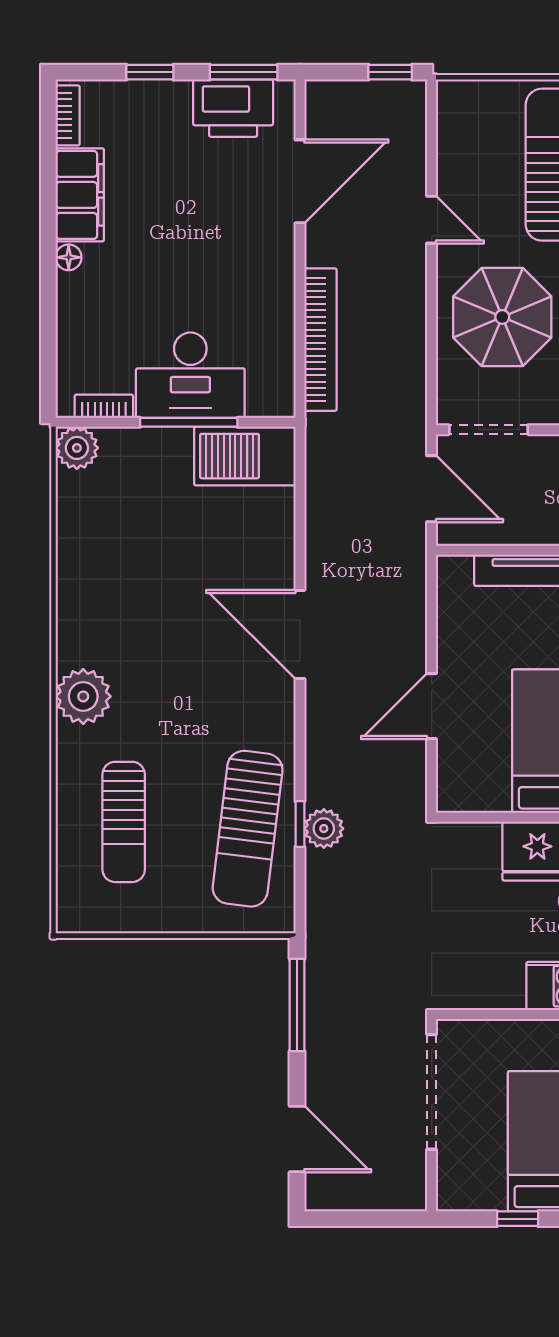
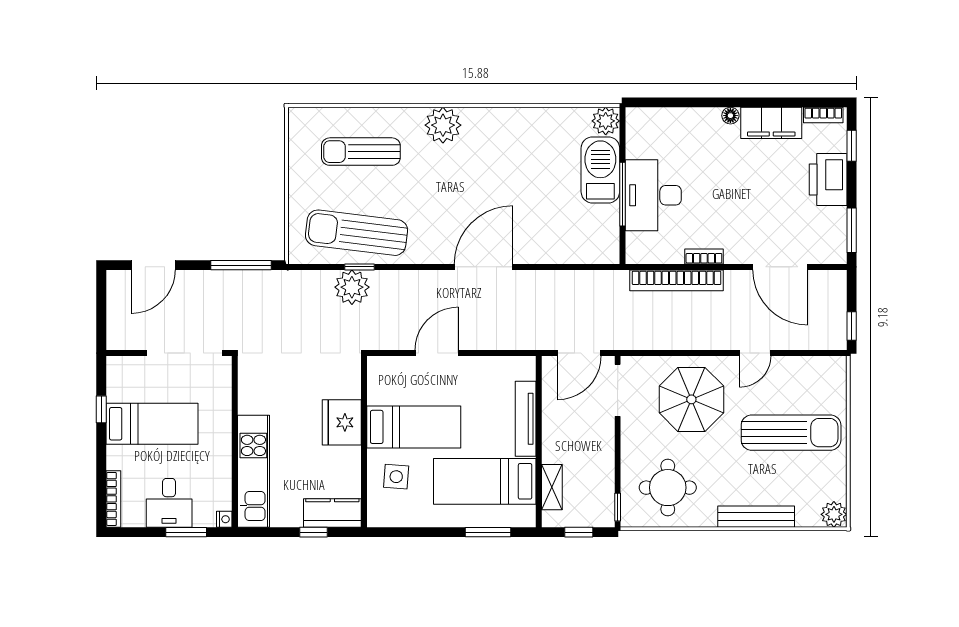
window: (150, 72) -> (852, 146), moved
printer: (233, 108) -> (828, 179), moved
bookcase: (104, 406) -> (704, 256), moved, turned -90
barbecue: (245, 456) -> (600, 170), moved
door: (432, 706) -> (437, 353), hinge flipped
plant: (324, 829) -> (352, 287), width x1.36, depth x1.36

